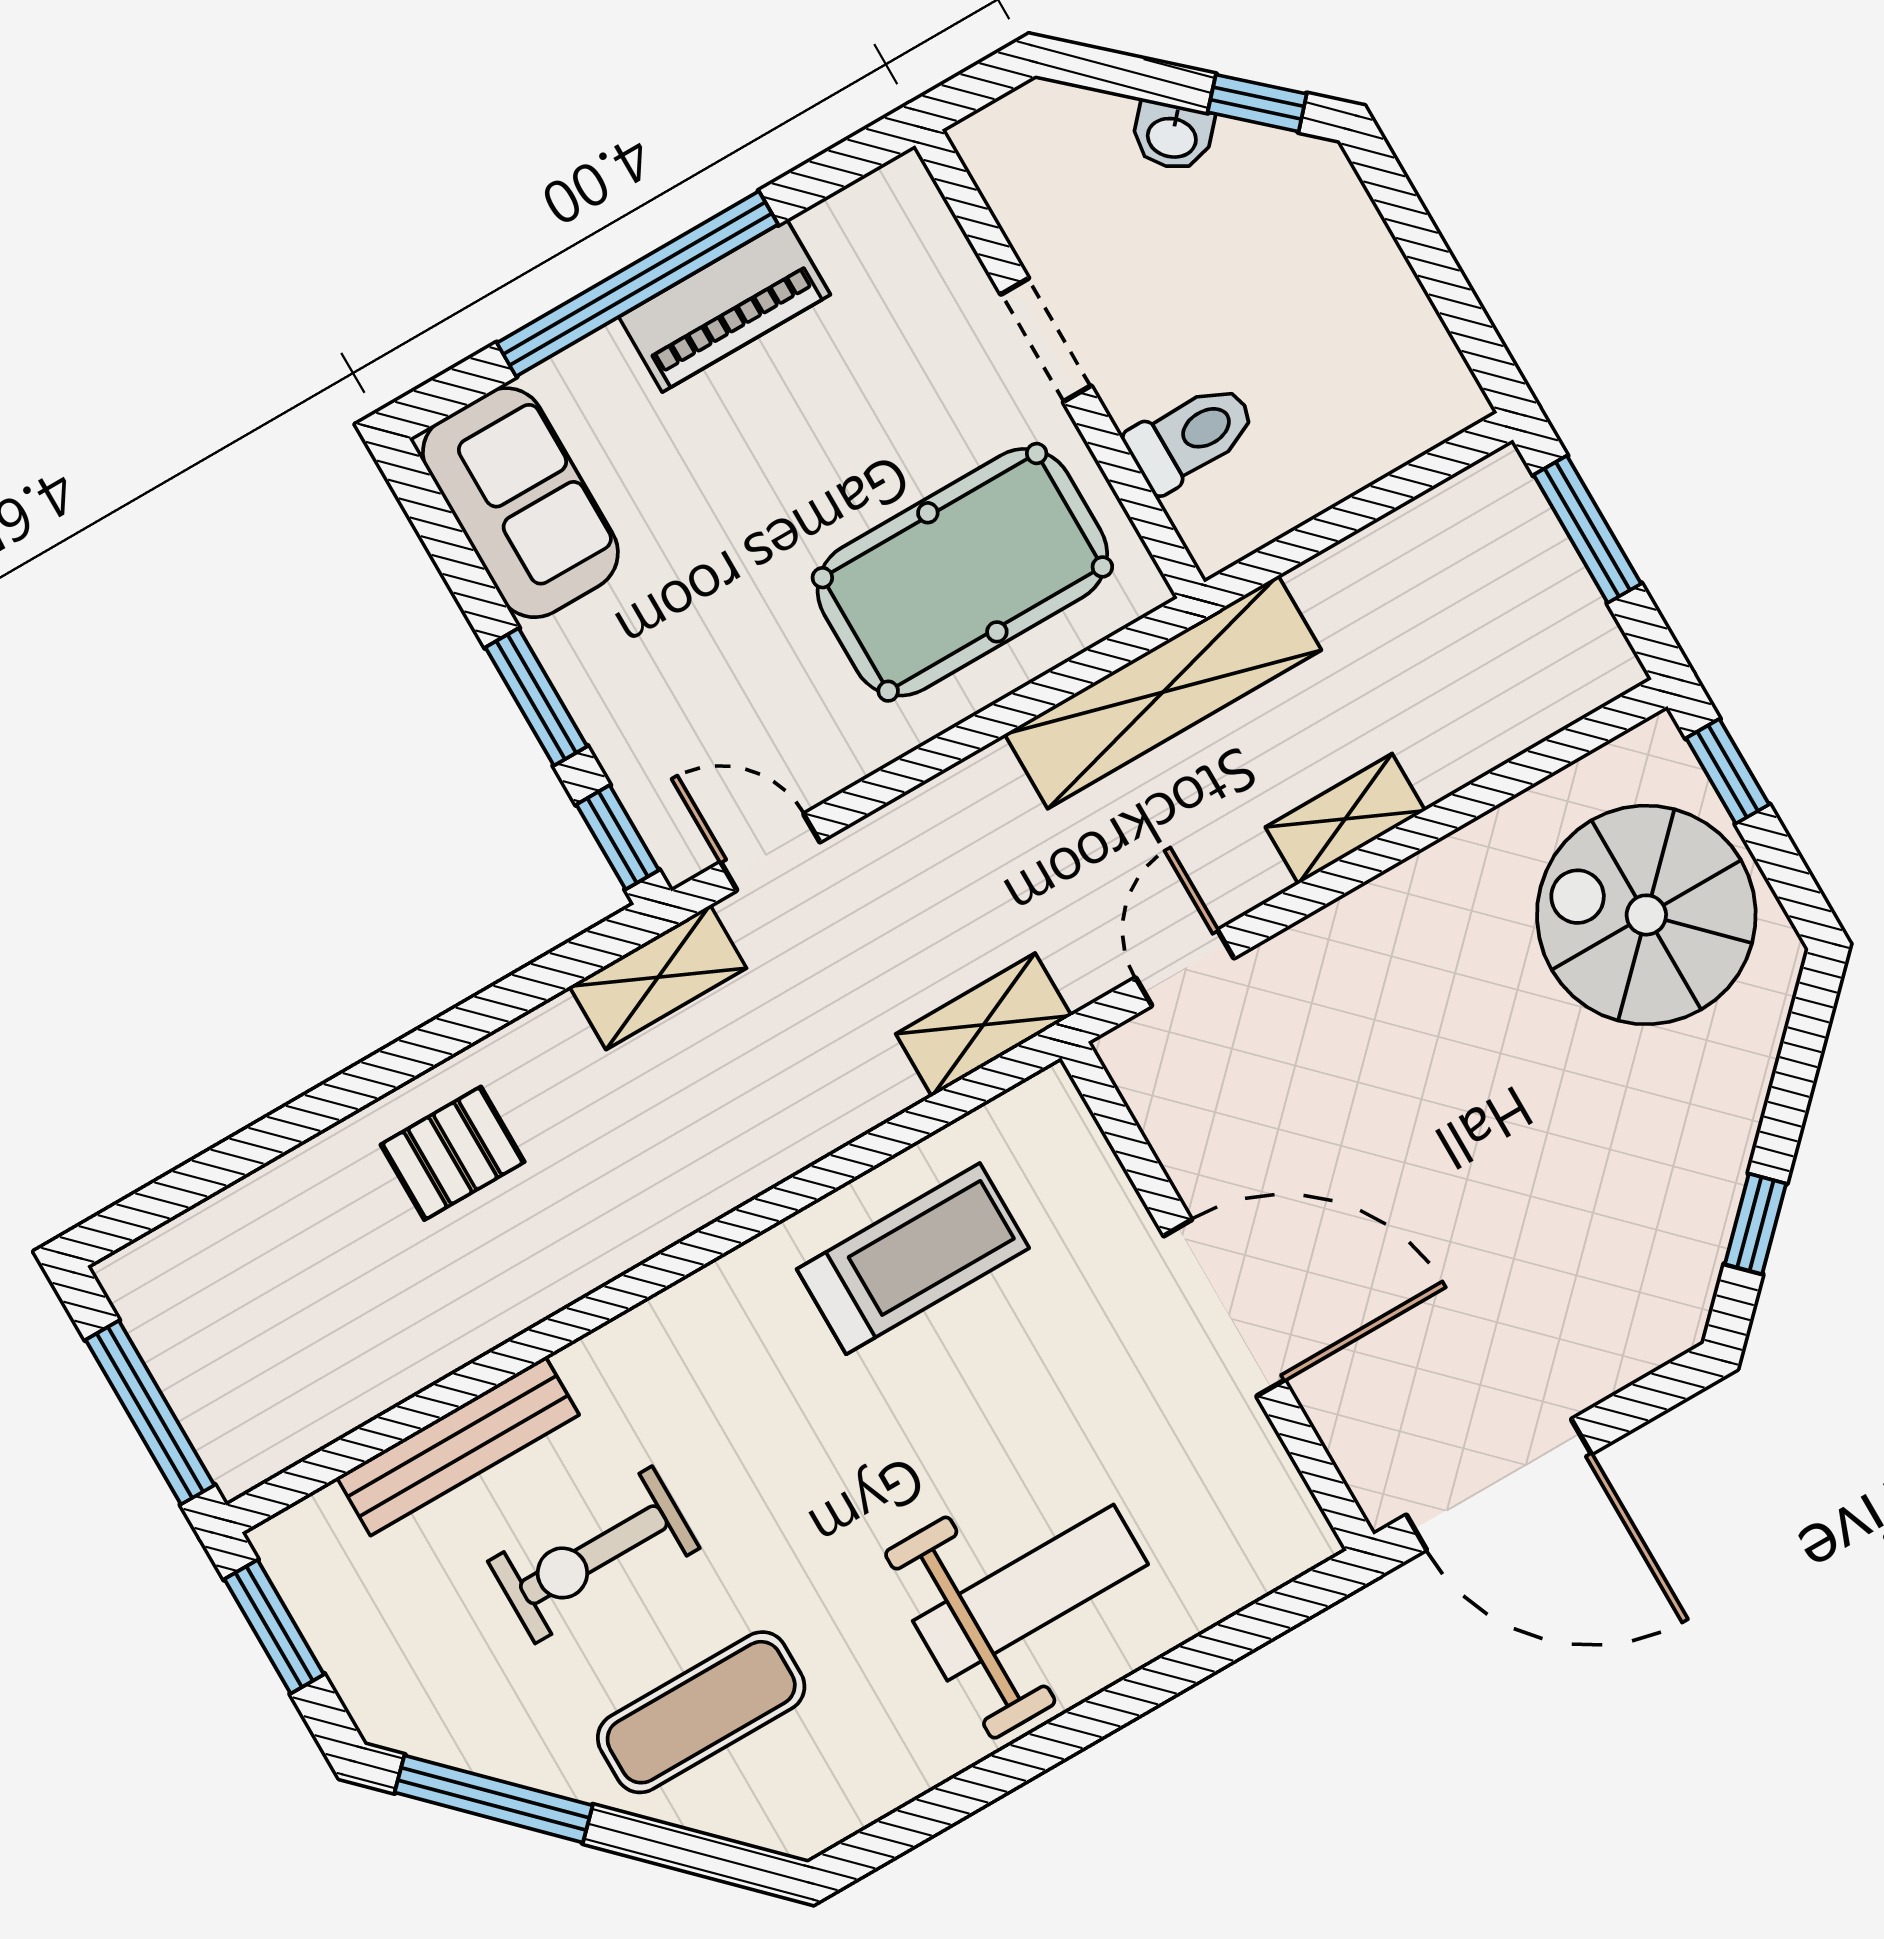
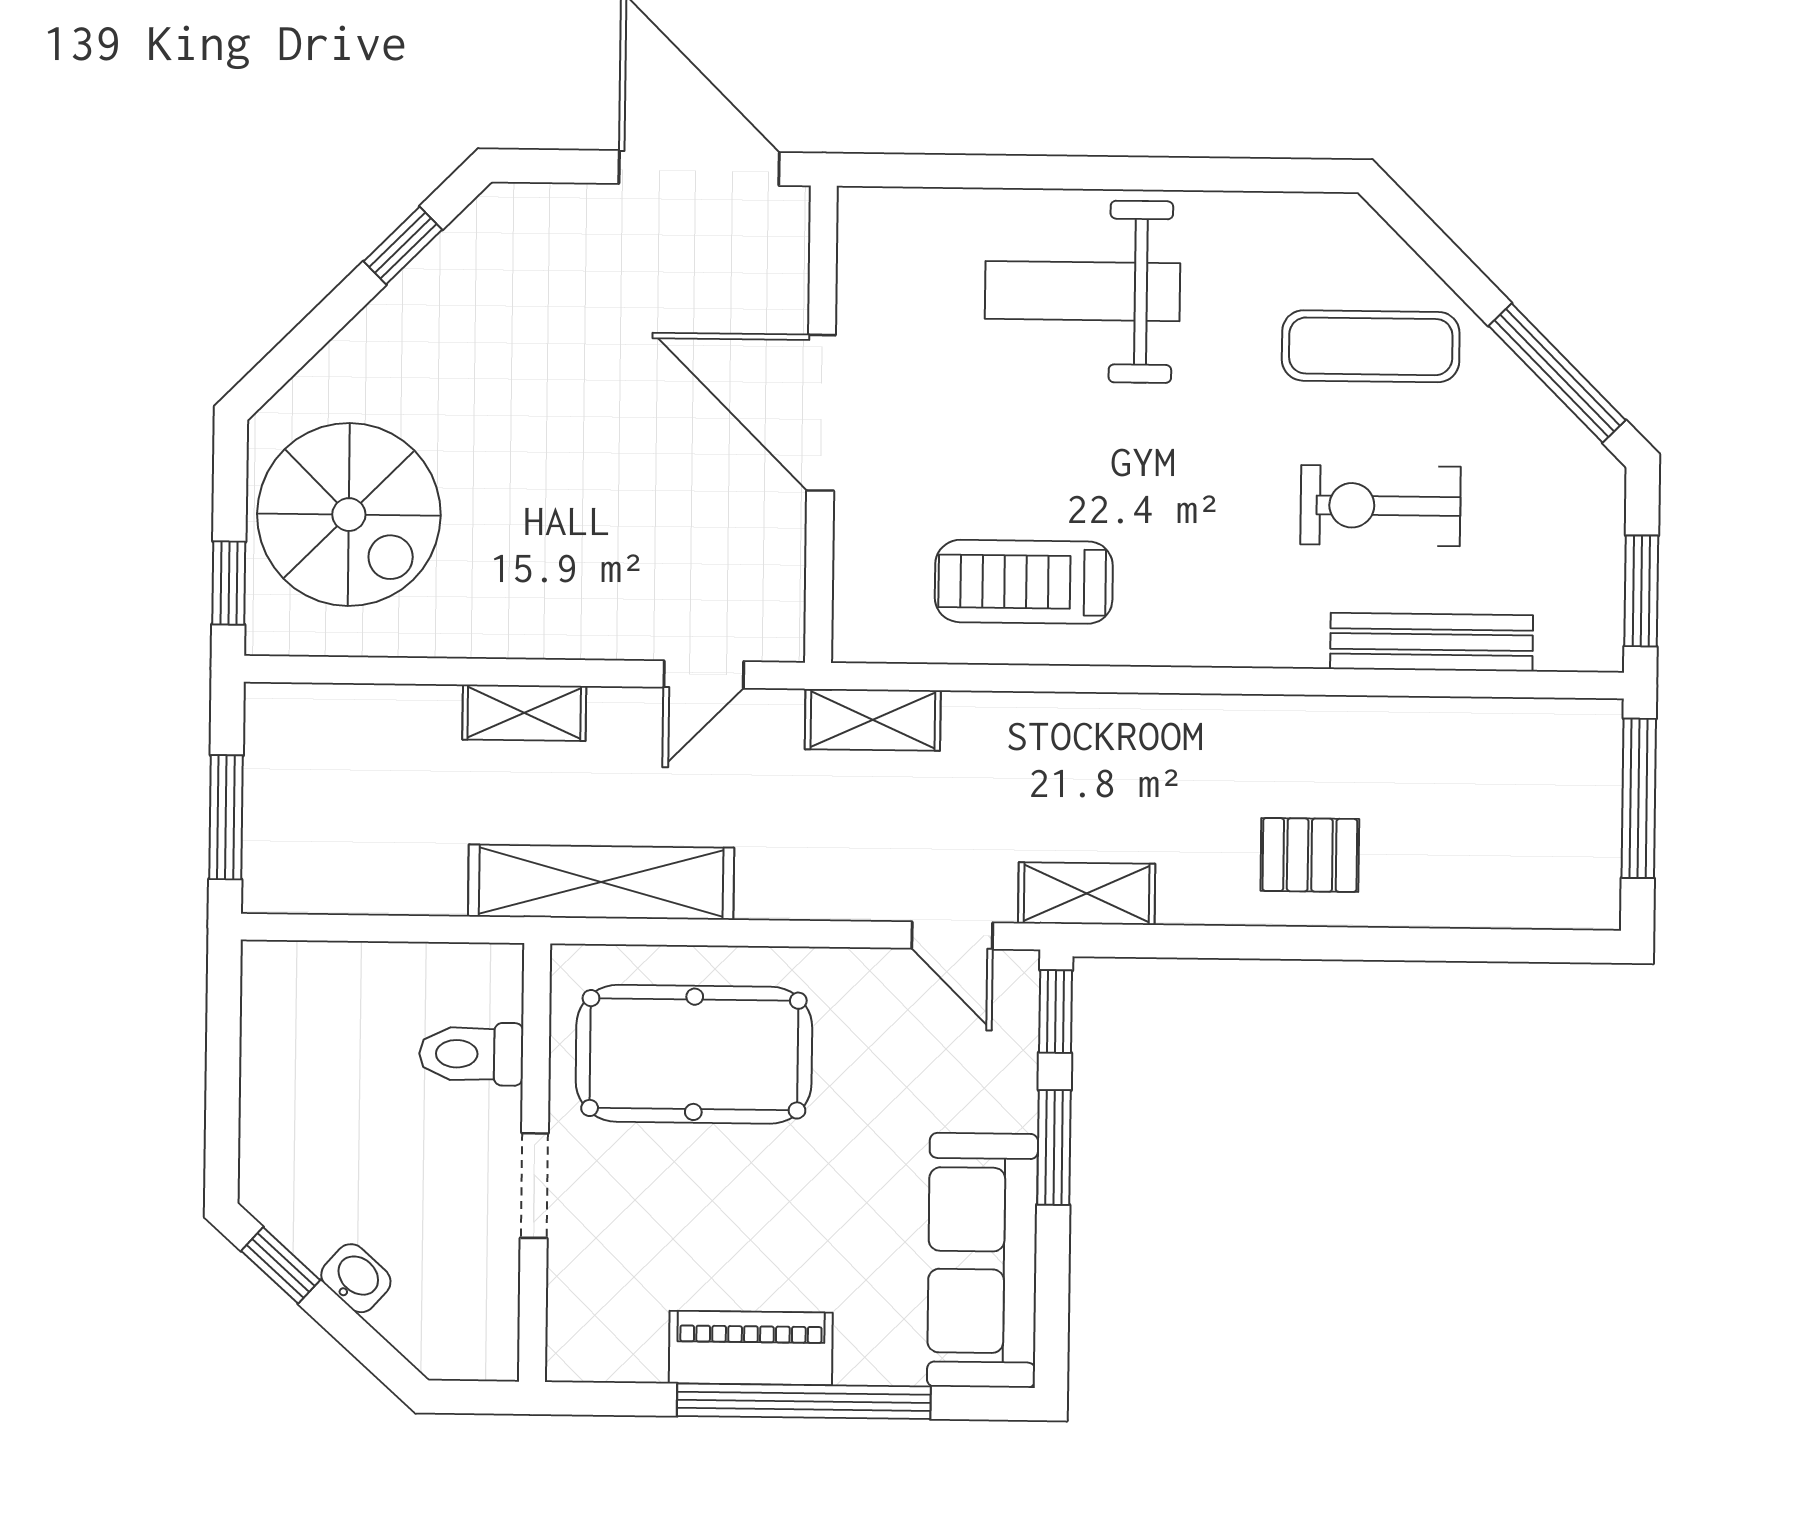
sofa: (520, 503) -> (982, 1260), width x1.36
exercise bike: (594, 1555) -> (1381, 506), turned 180

